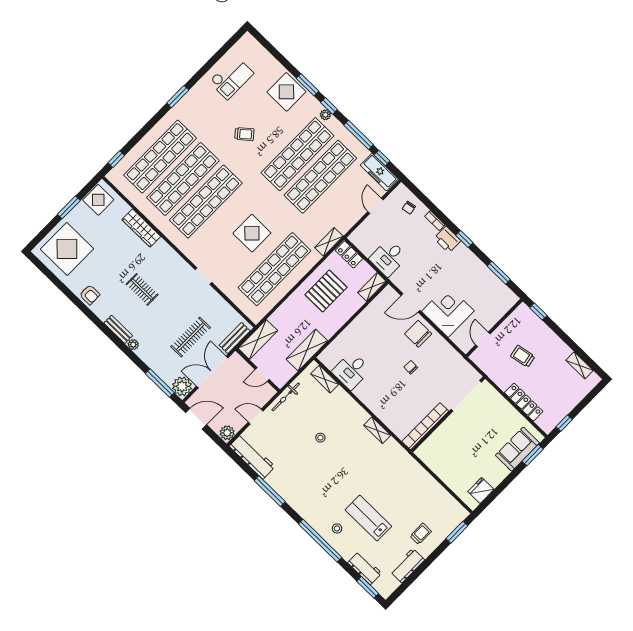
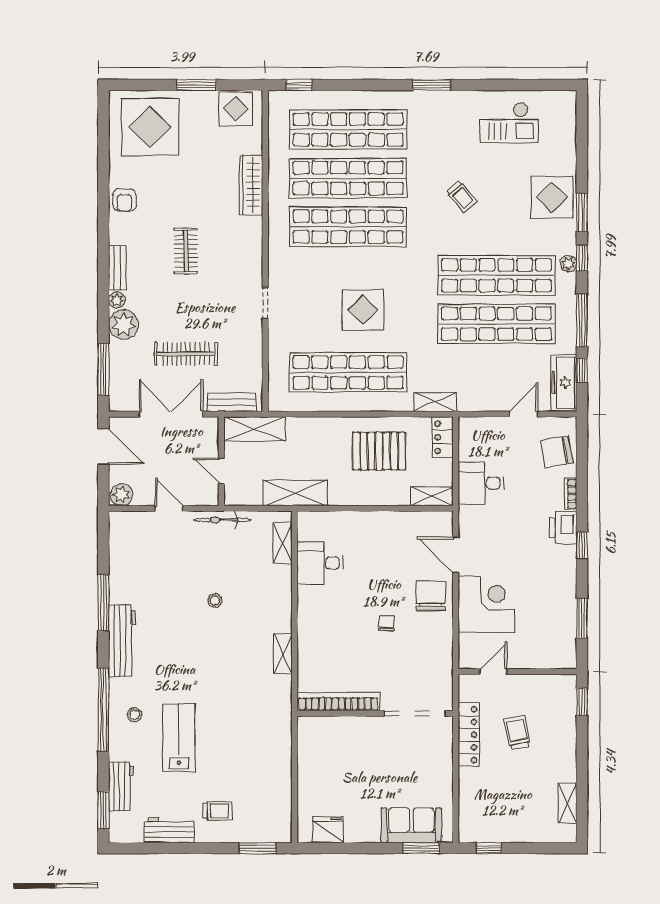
chair: (409, 208) -> (557, 452), width x1.87, depth x1.87
plant: (182, 386) -> (124, 325), moved
locker: (524, 402) -> (469, 735), moved
workbench: (252, 456) -> (122, 641), moved

